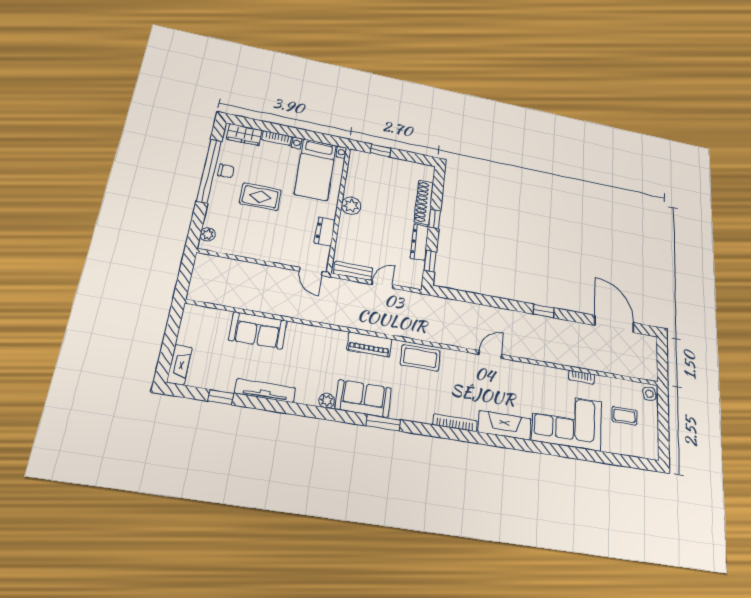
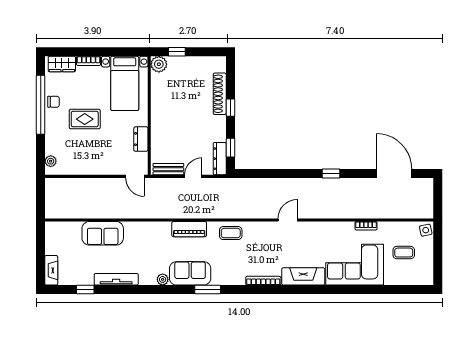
plant: (351, 206) -> (159, 64), moved
dresser: (419, 242) -> (220, 159), moved
coffee table: (420, 358) -> (231, 233), width x0.73, depth x0.77

